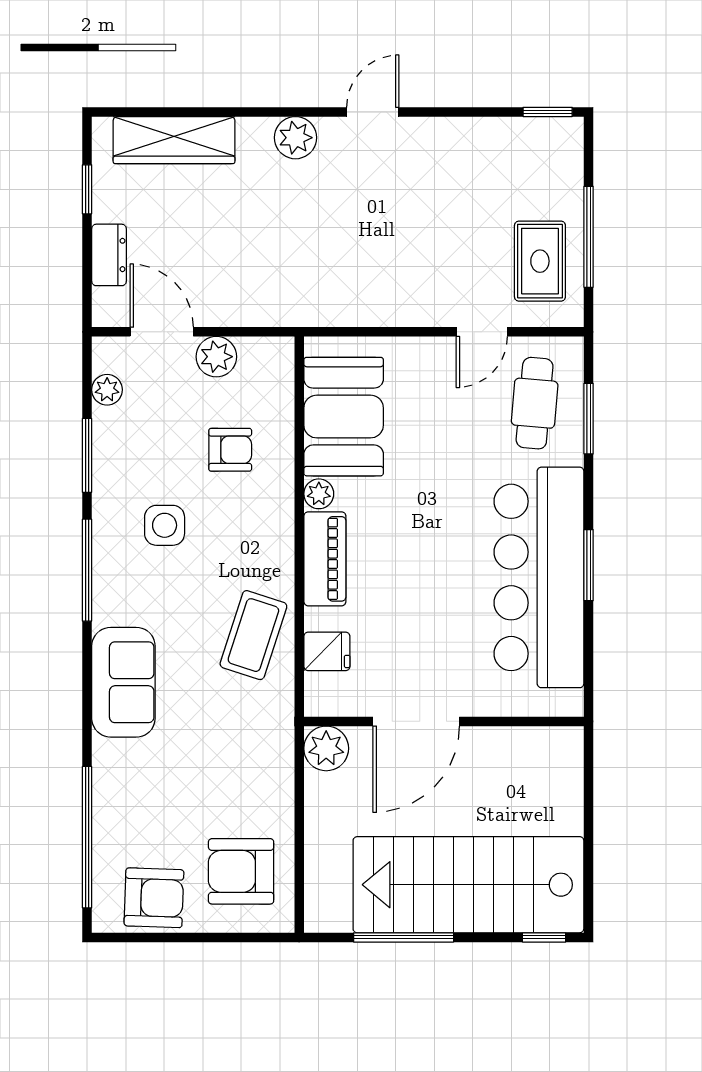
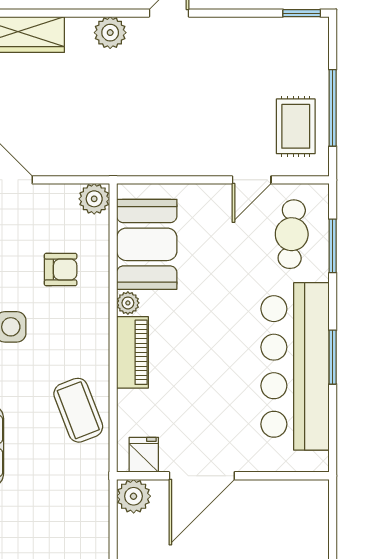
plant: (216, 357) -> (94, 199), moved
coffee table: (253, 635) -> (78, 410), turned -39
fridge: (327, 651) -> (144, 455), moved, turned -90

